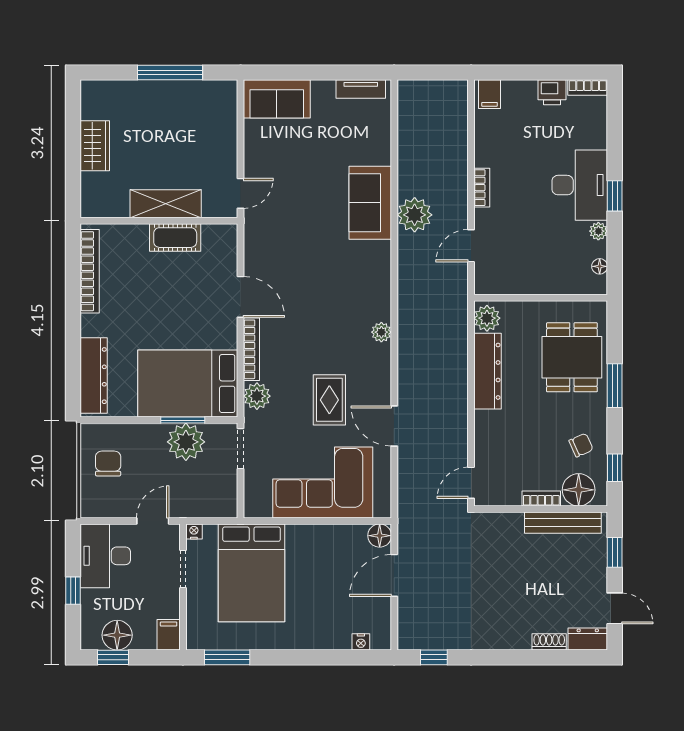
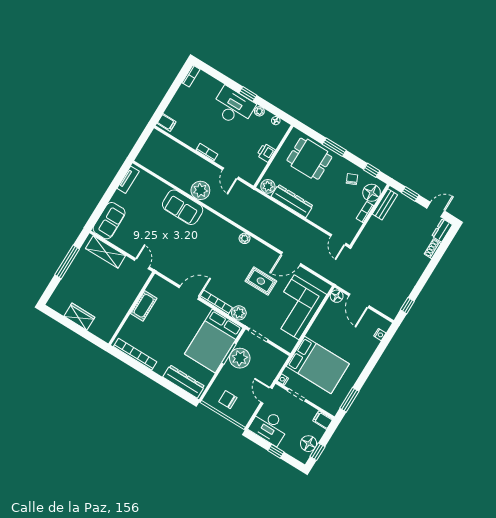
printer: (552, 92) -> (266, 153), moved, turned 180
shelving: (166, 204) -> (106, 252), moved, turned 90
bench: (563, 523) -> (385, 204), width x0.73

